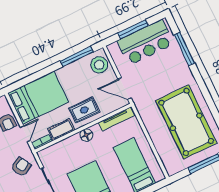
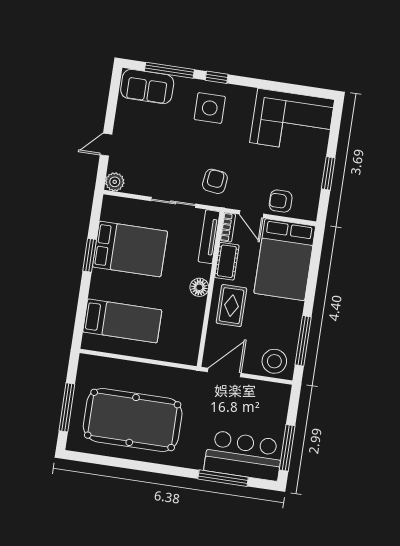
window: (133, 29) -> (287, 448), moved
bar counter: (145, 42) -> (244, 456), moved, turned 90
tv unit: (116, 119) -> (209, 237), moved
armchair: (21, 167) -> (215, 181), turned -144

